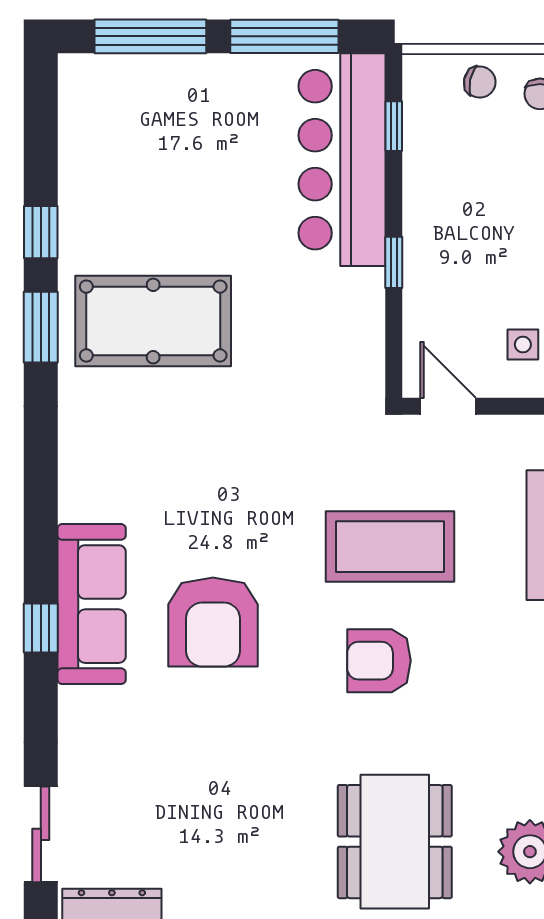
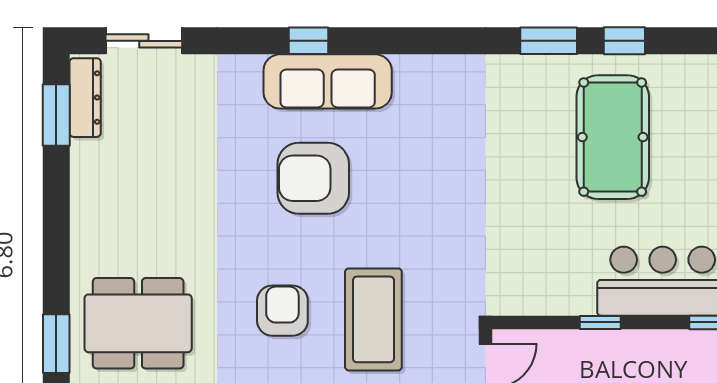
pool table: (153, 321) -> (613, 137), moved

